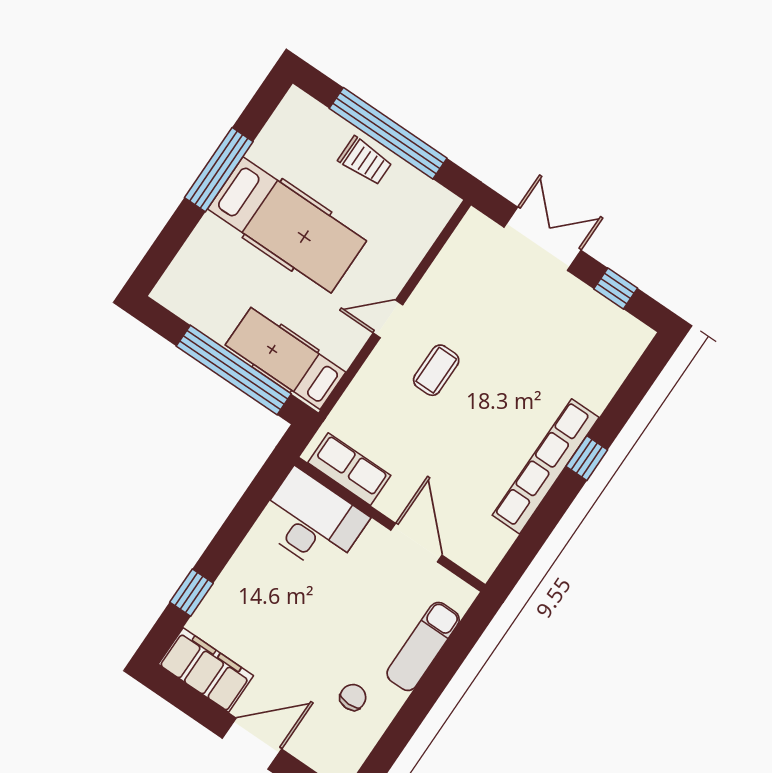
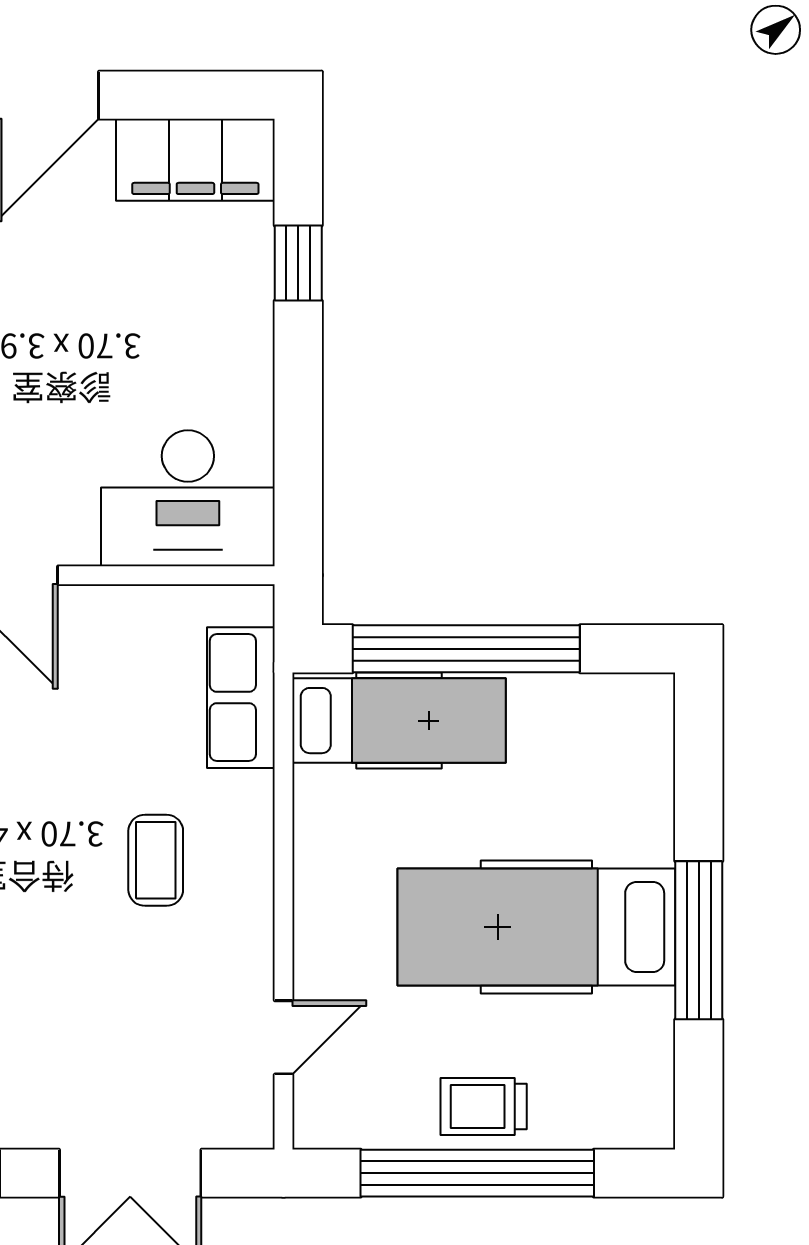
door: (388, 319) -> (284, 1037), moved
row of seats: (349, 469) -> (241, 698), moved, turned 90

